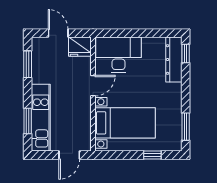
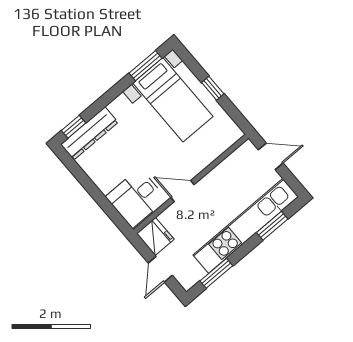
desk: (119, 55) -> (136, 198), width x0.73
kitchen unit: (41, 118) -> (246, 226), width x1.36
bed with nightstands: (125, 123) -> (173, 100), moved, turned 180
window: (152, 155) -> (213, 88), moved

